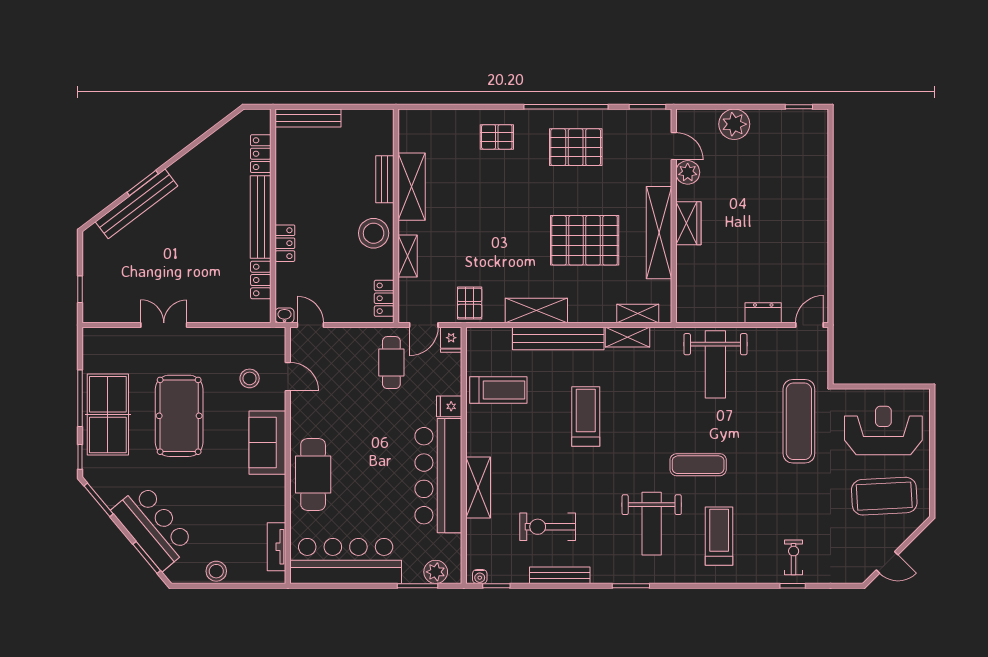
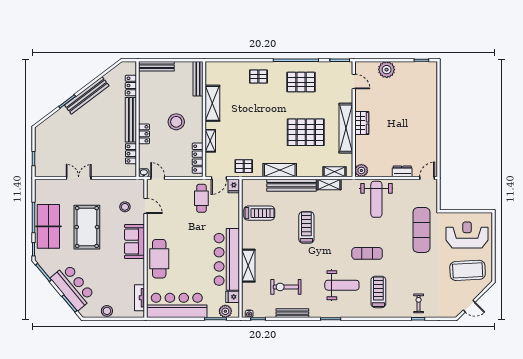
plant: (688, 172) -> (361, 170), moved
bench: (385, 179) -> (198, 79), moved, width x1.36
bench: (137, 204) -> (87, 95), moved
stool: (374, 233) -> (176, 122), moved
locker: (384, 298) -> (198, 158), width x1.53
pallet: (470, 303) -> (244, 166), turned 90
fridge: (449, 406) -> (233, 297), moved
weight bench: (652, 524) -> (342, 285), turned -90

